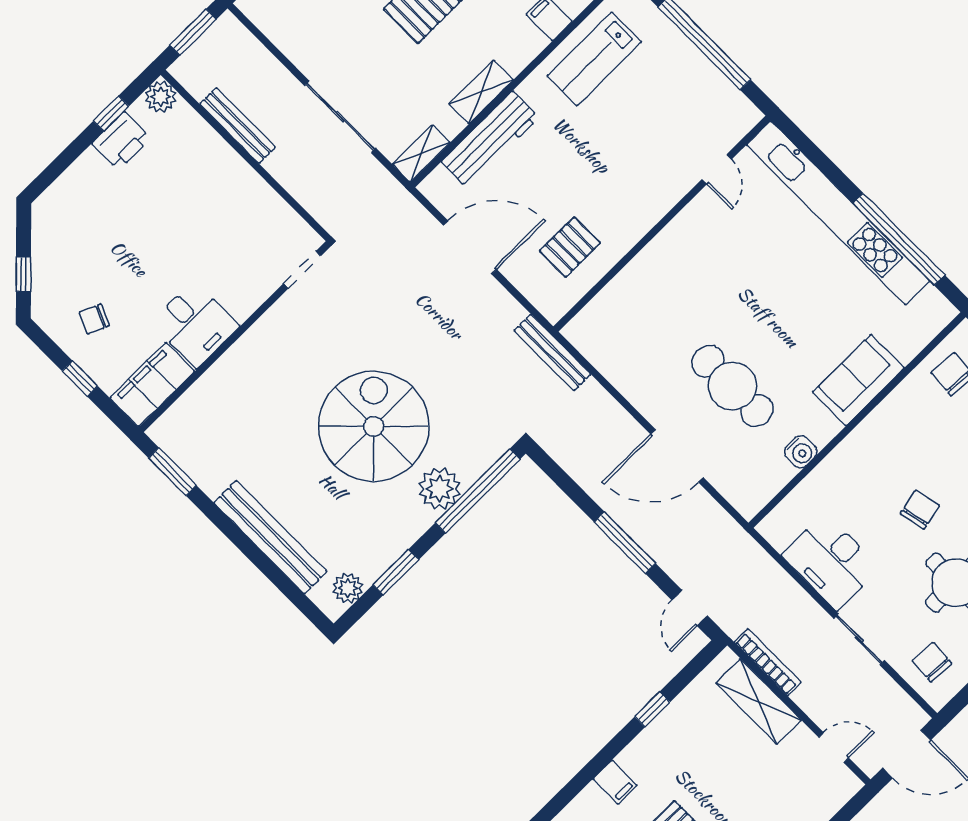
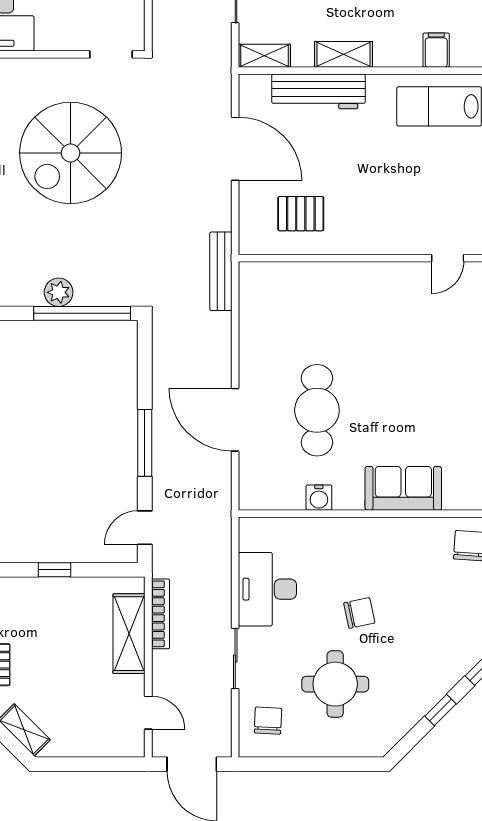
spiral stairs: (374, 426) -> (71, 153), moved, turned 180
plant: (440, 489) -> (59, 292), width x0.73, depth x0.73

